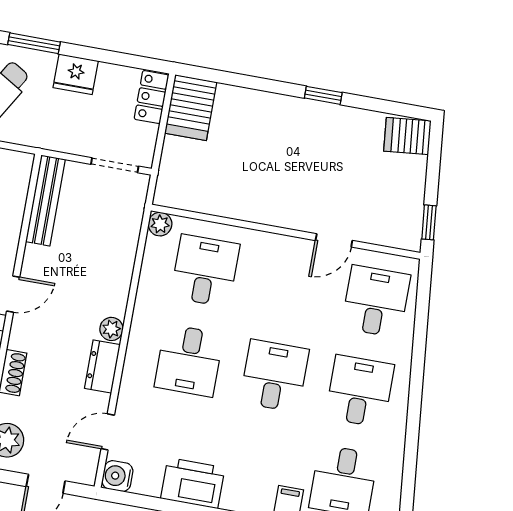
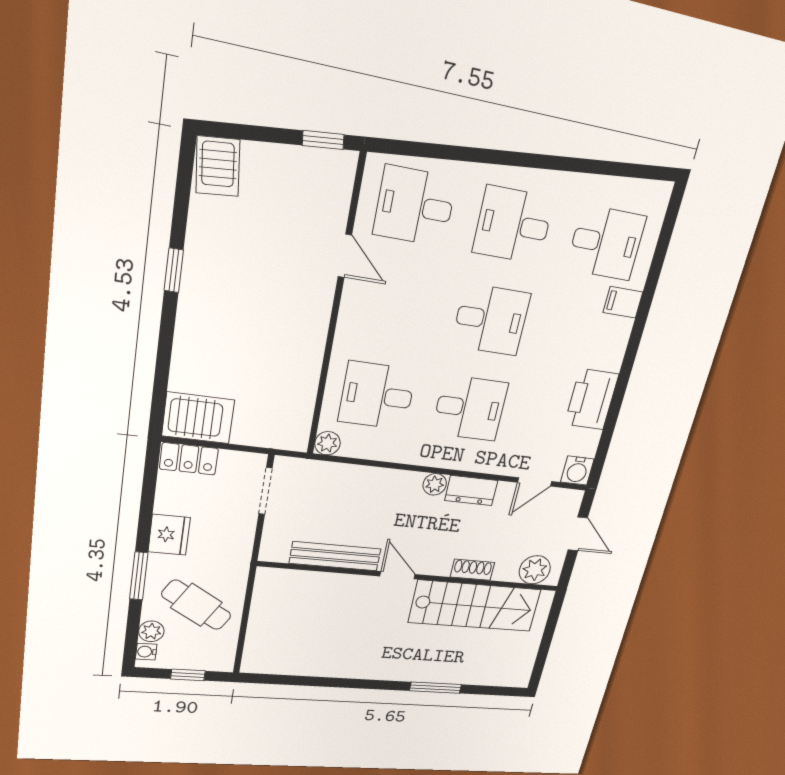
bench: (46, 200) -> (335, 556), moved
desk: (274, 376) -> (491, 320), turned 180
door: (108, 432) -> (535, 482), hinge flipped

